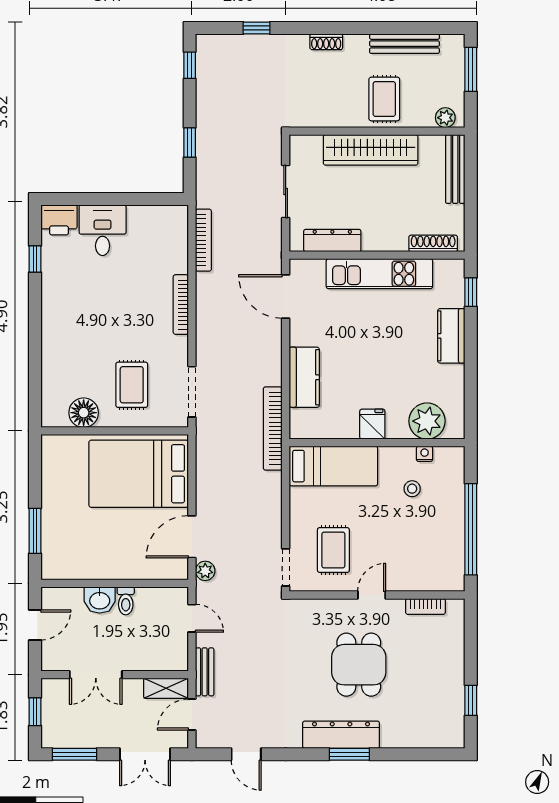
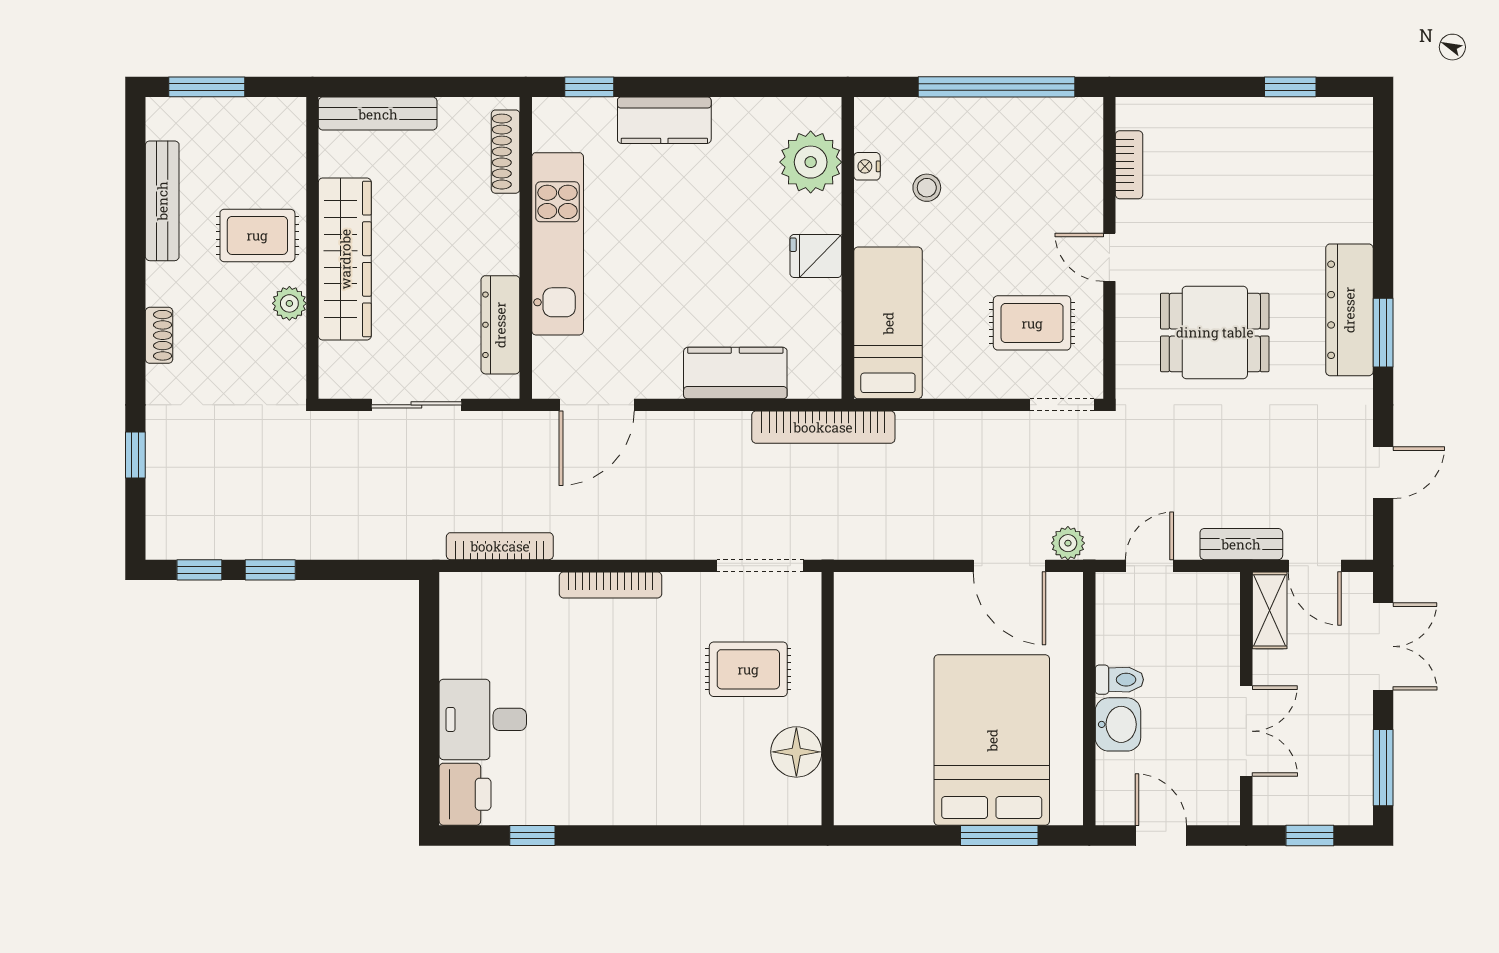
plant: (445, 118) -> (289, 303), moved
window: (190, 143) -> (270, 570), moved
bed: (139, 474) -> (992, 740), moved, turned 180
dining table: (359, 665) -> (1215, 332), moved
window: (349, 754) -> (1383, 333), moved

